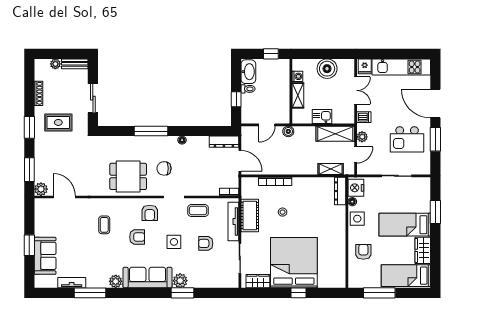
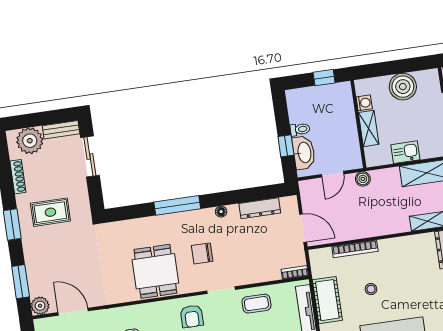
plant: (55, 64) -> (30, 141), width x1.87, depth x1.87
washbasin: (248, 72) -> (304, 153), moved
sliding door: (93, 98) -> (90, 156), moved
dresser: (224, 142) -> (260, 208), moved
dining table: (128, 176) -> (155, 271), turned 90

